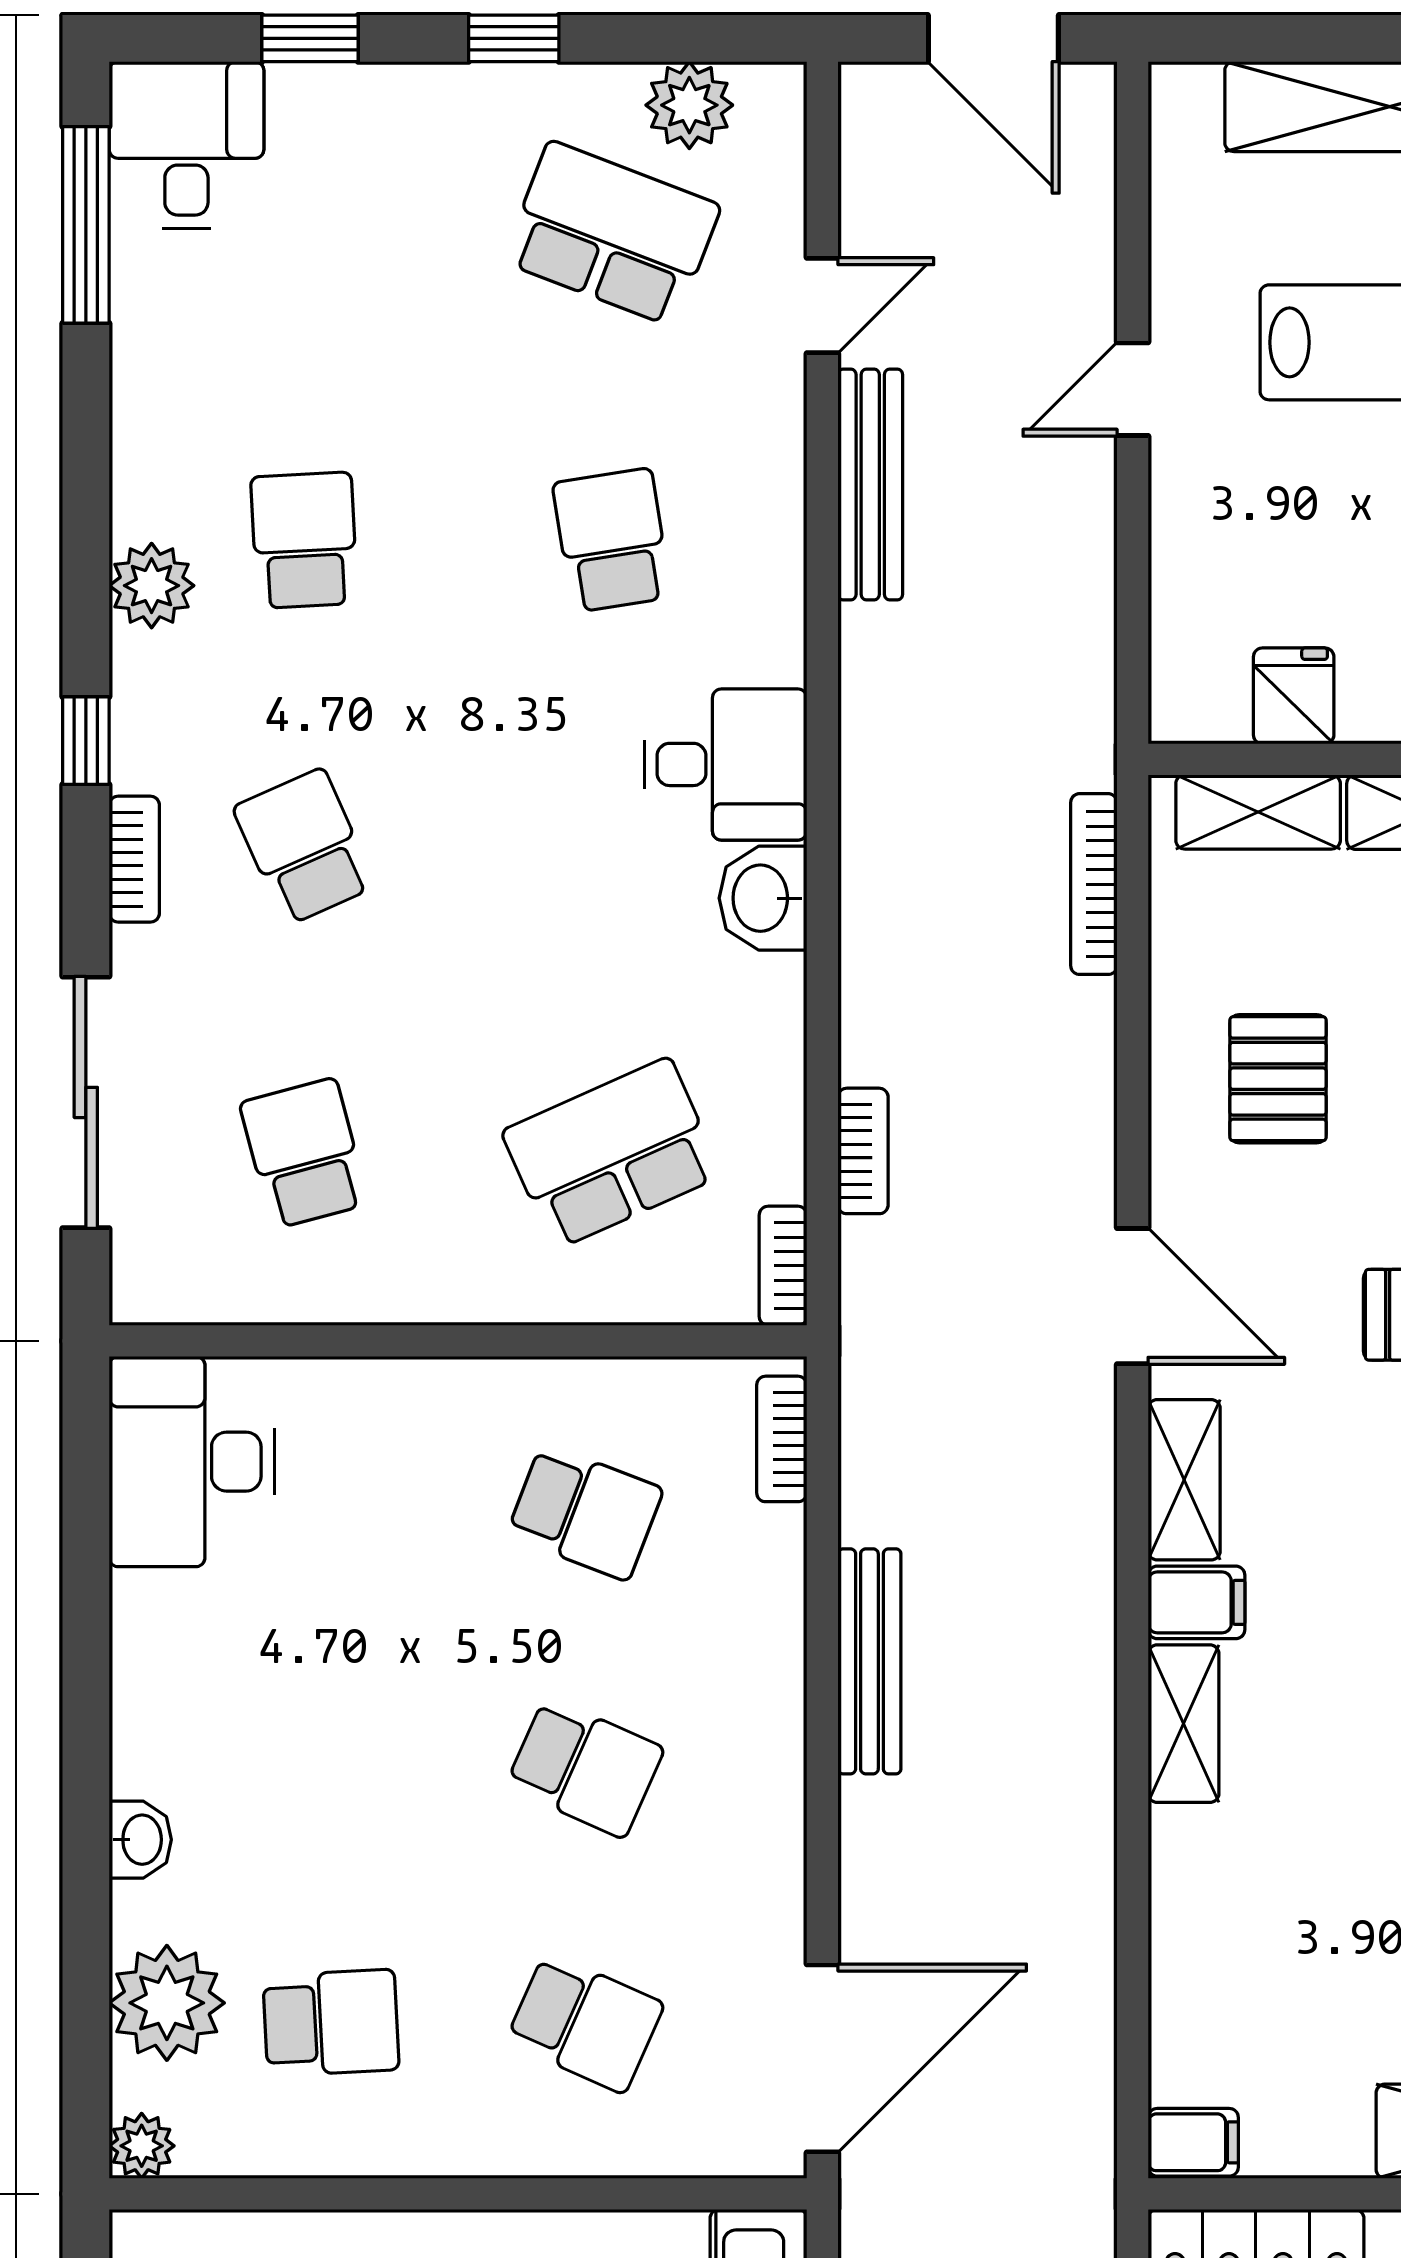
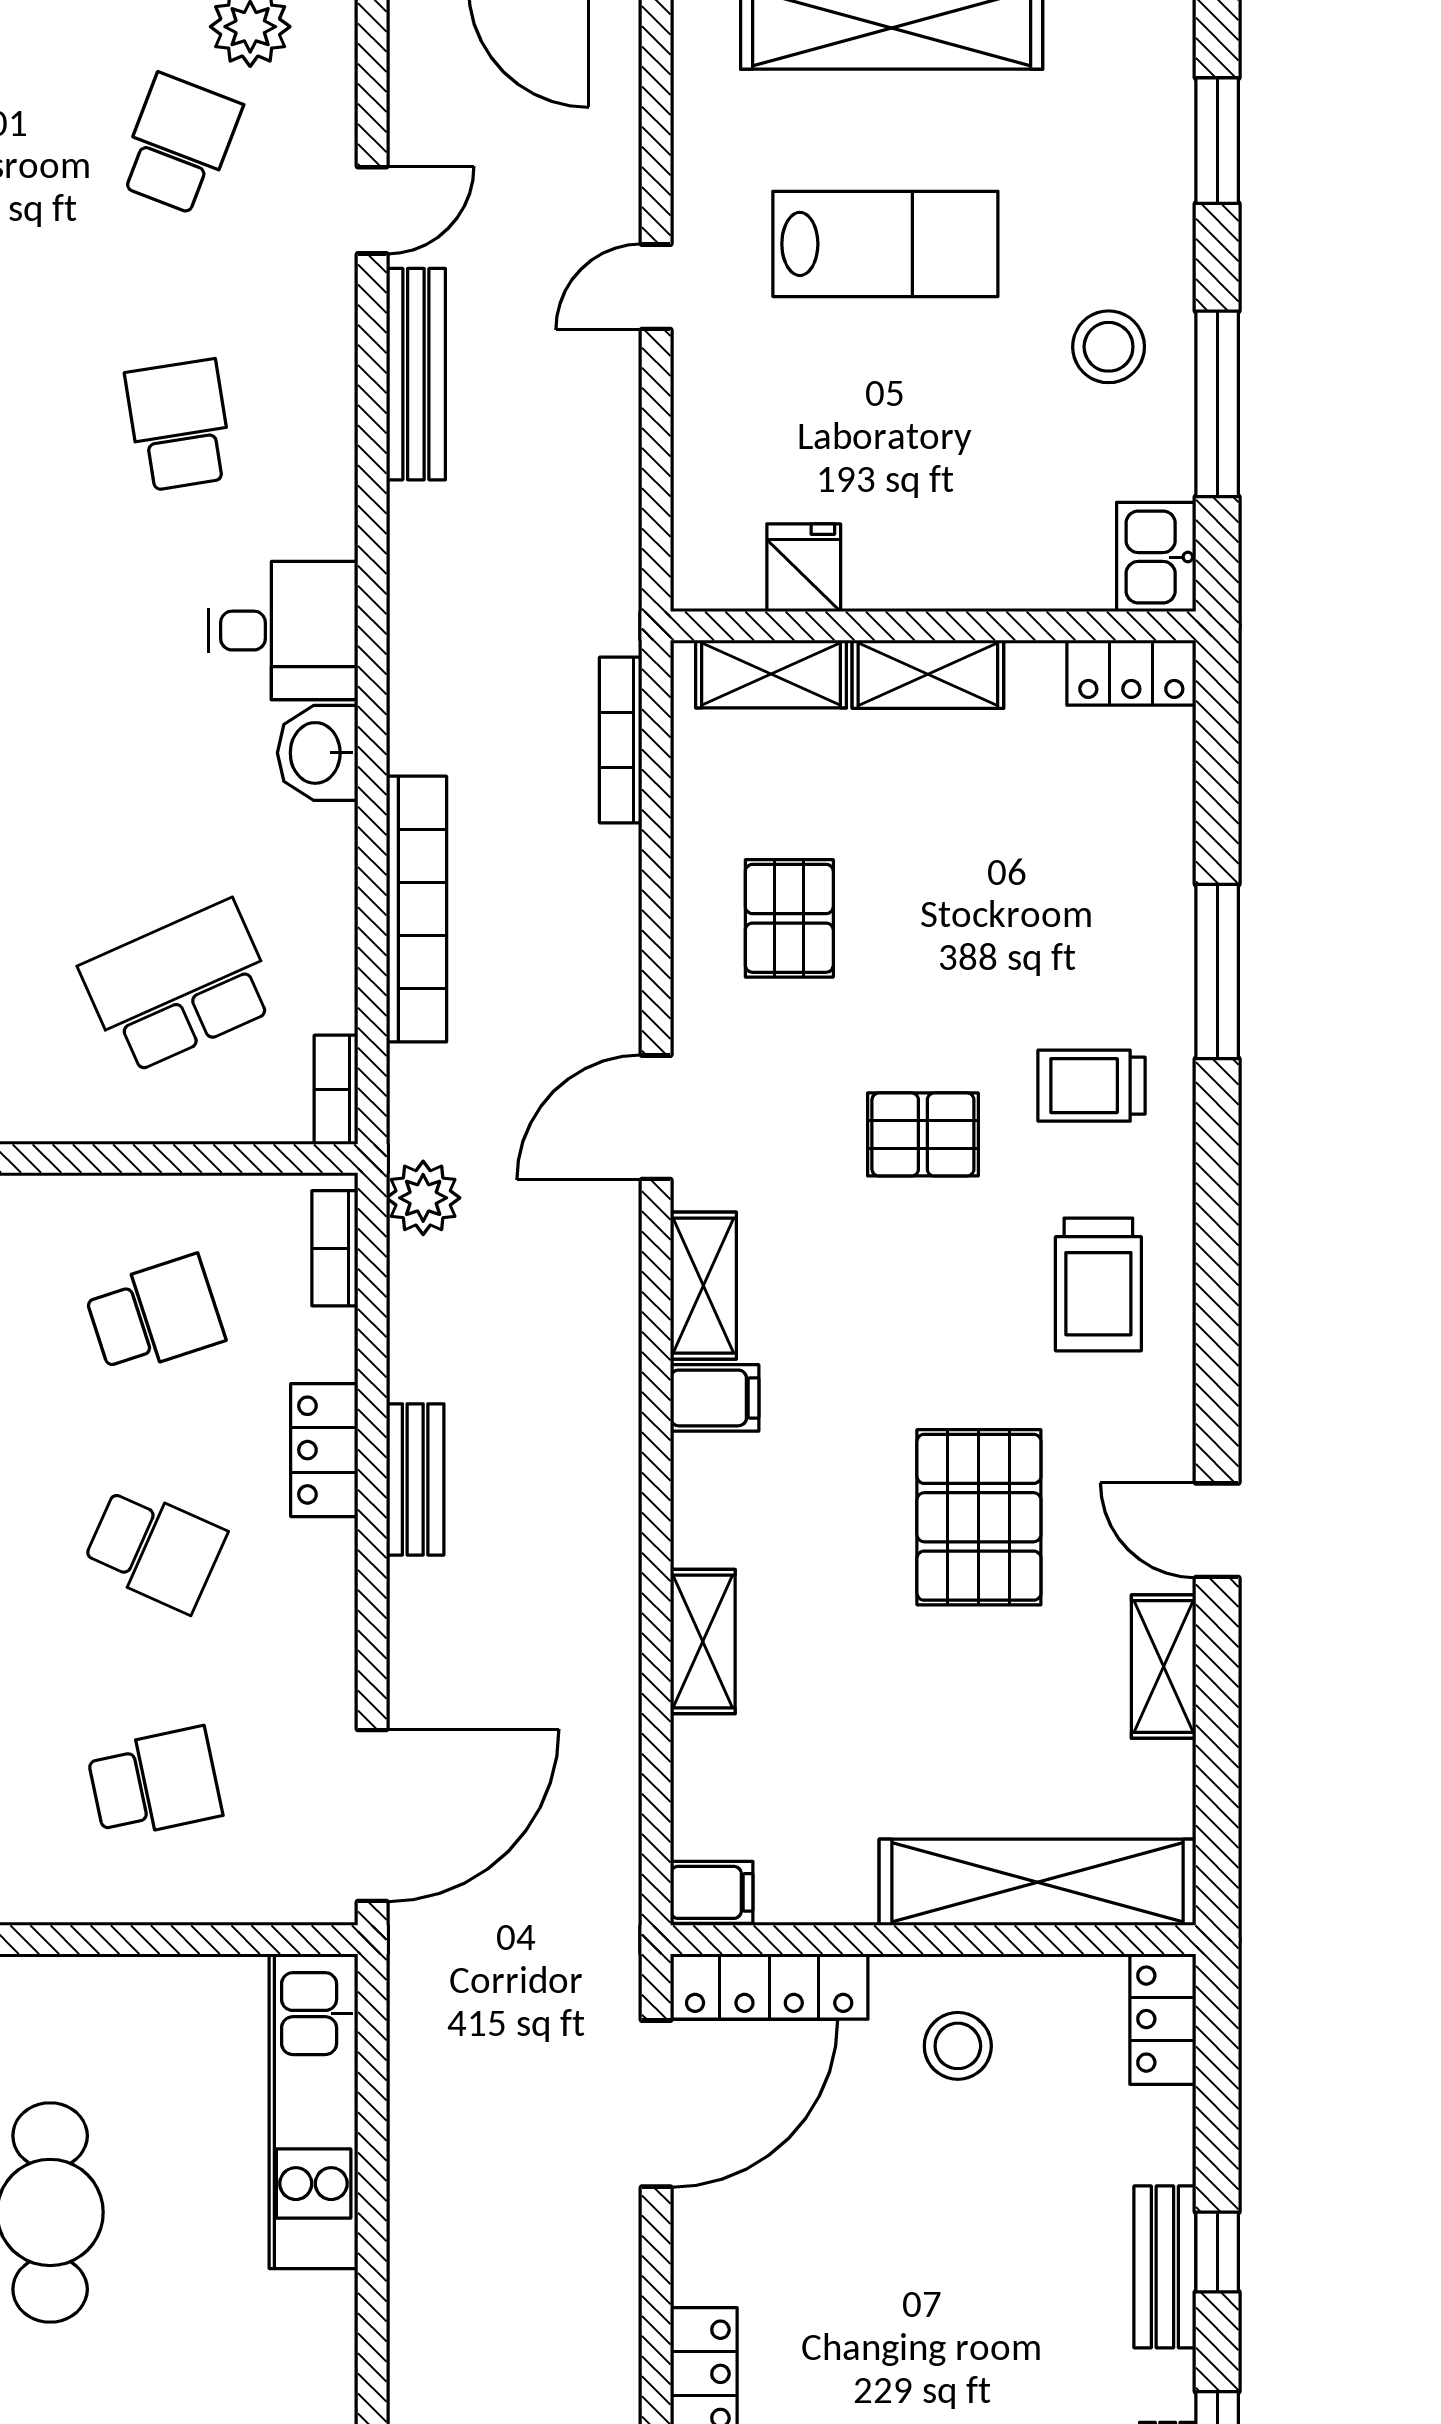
school desk: (612, 234) -> (179, 144), width x0.54
bookcase: (863, 1151) -> (416, 909), width x2.31, depth x1.31
door: (1133, 1296) -> (656, 1117), swing flipped
plant: (878, 1384) -> (423, 1198), added
school desk: (585, 1512) -> (155, 1315), turned -39
locker: (770, 1659) -> (324, 1450), added
bench: (869, 1661) -> (415, 1479), width x0.73
shelving: (1184, 1724) -> (703, 1642), moved
school desk: (585, 2023) -> (155, 1783), turned -36

